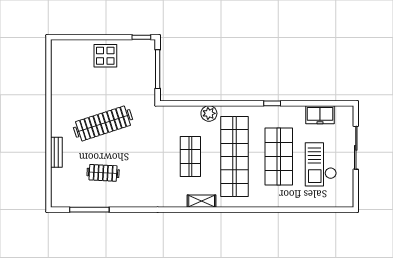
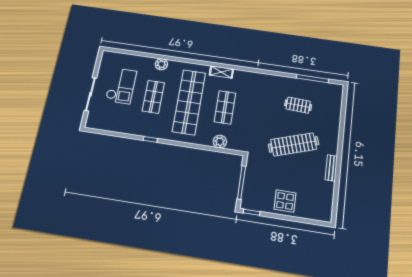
plant: (209, 113) -> (220, 142), moved
freezer: (320, 115) -> (113, 124), removed
bench: (56, 152) -> (331, 168), moved
shop shelf: (279, 157) -> (153, 97), width x0.70, depth x0.74
plant: (277, 200) -> (161, 64), added

